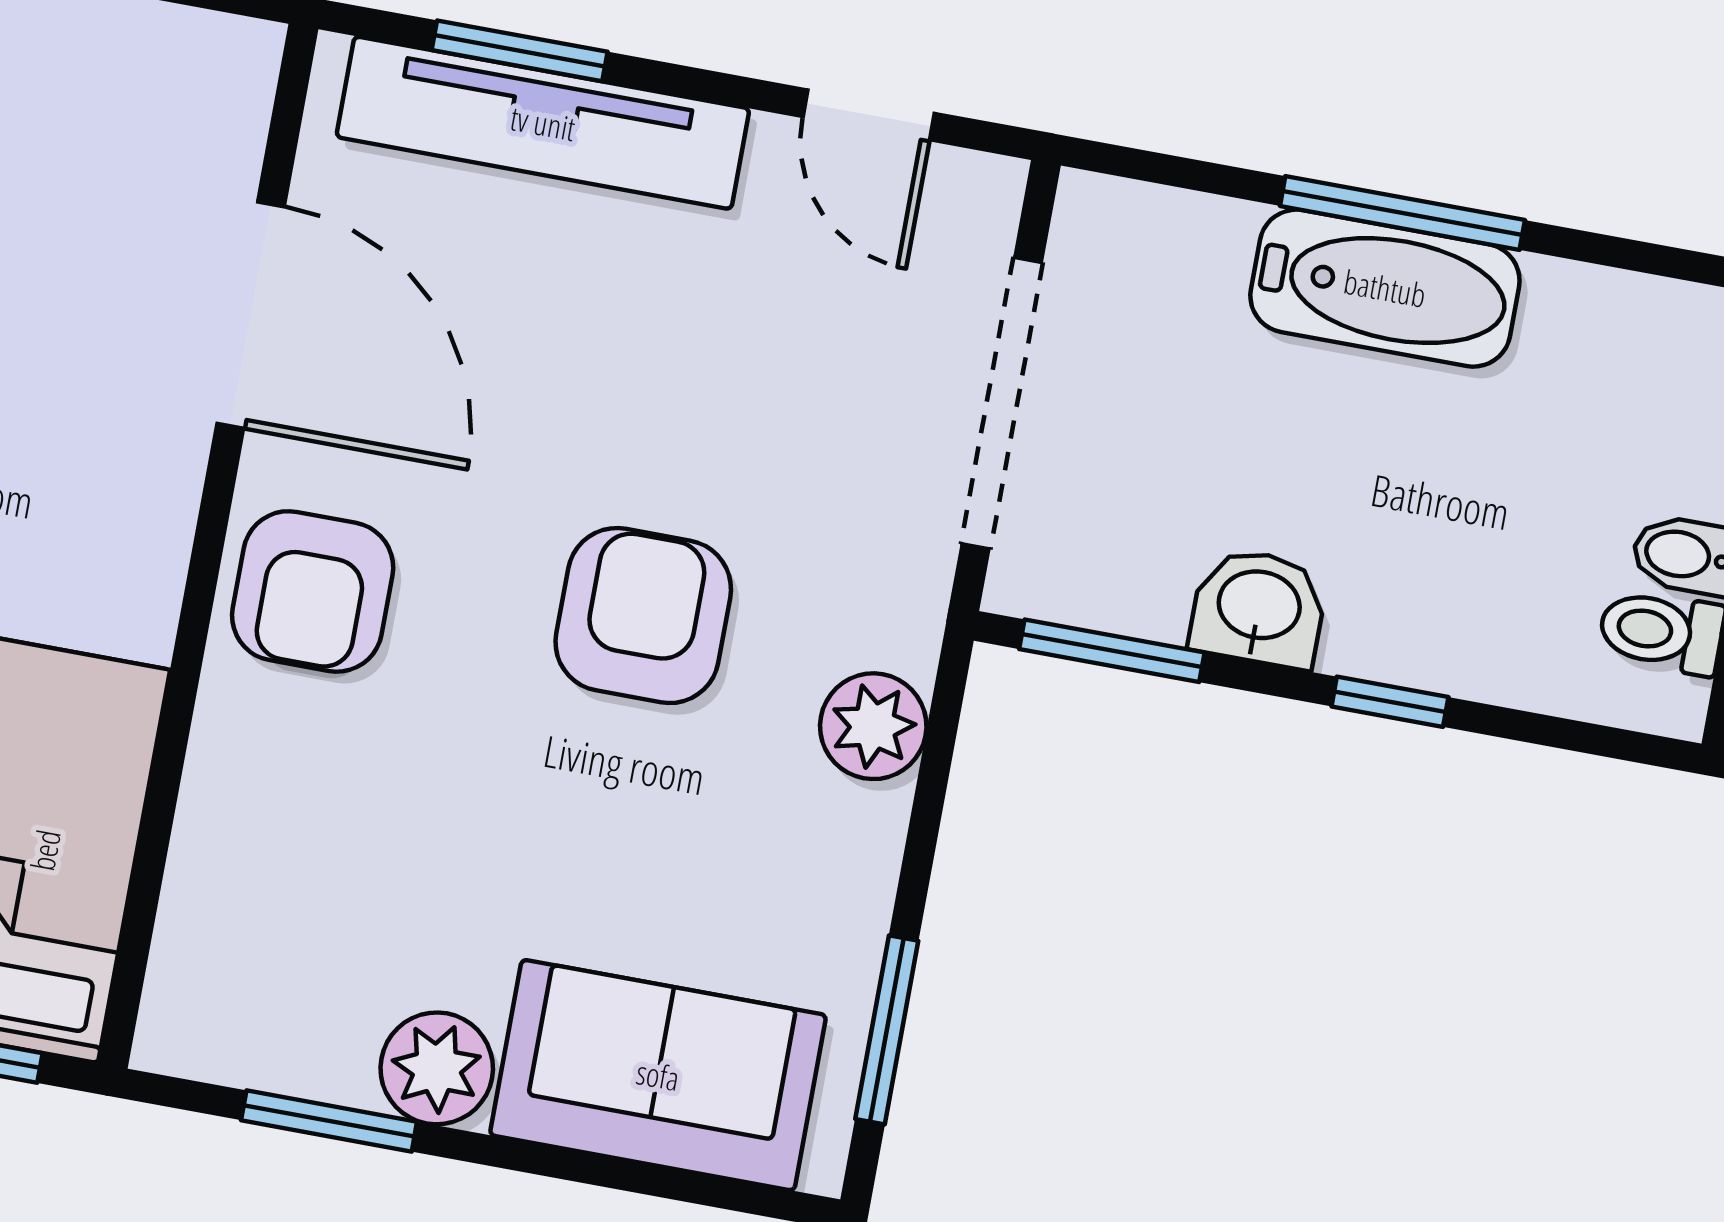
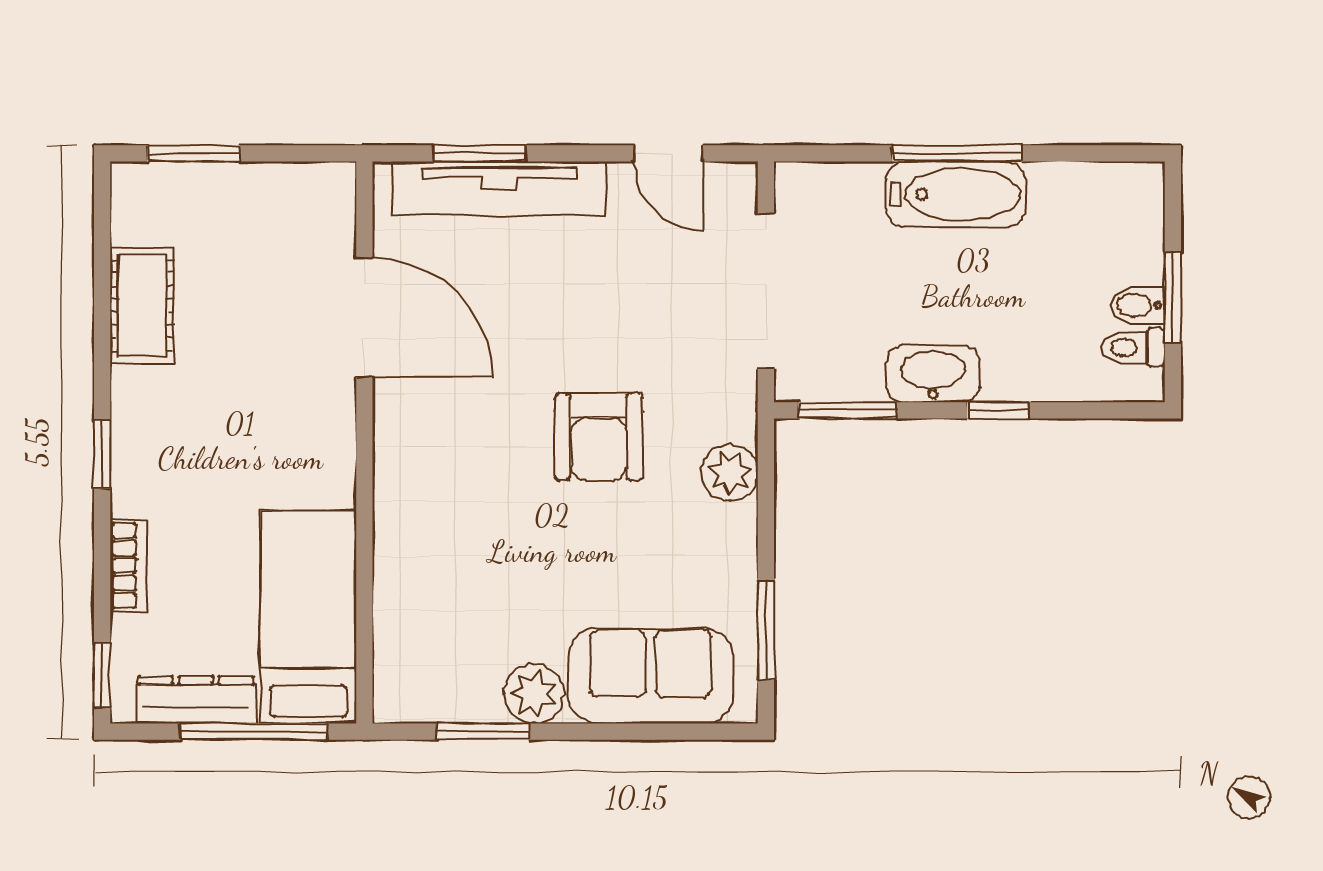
armchair: (313, 591) -> (423, 456), removed
washbasin: (1259, 608) -> (933, 374), width x1.38
armchair: (643, 616) -> (599, 437), turned 180

